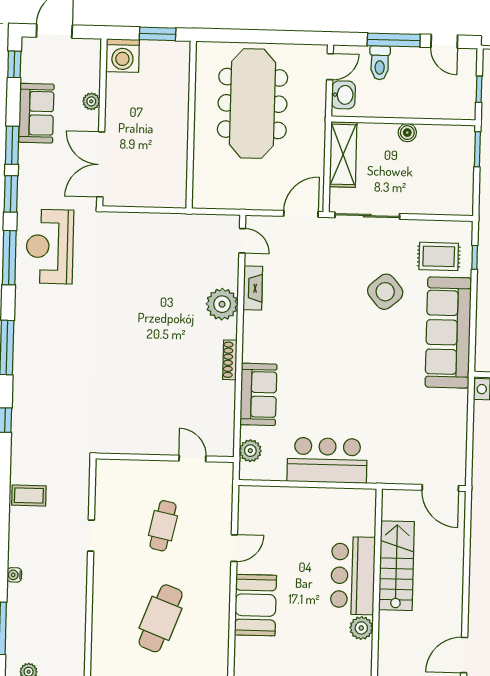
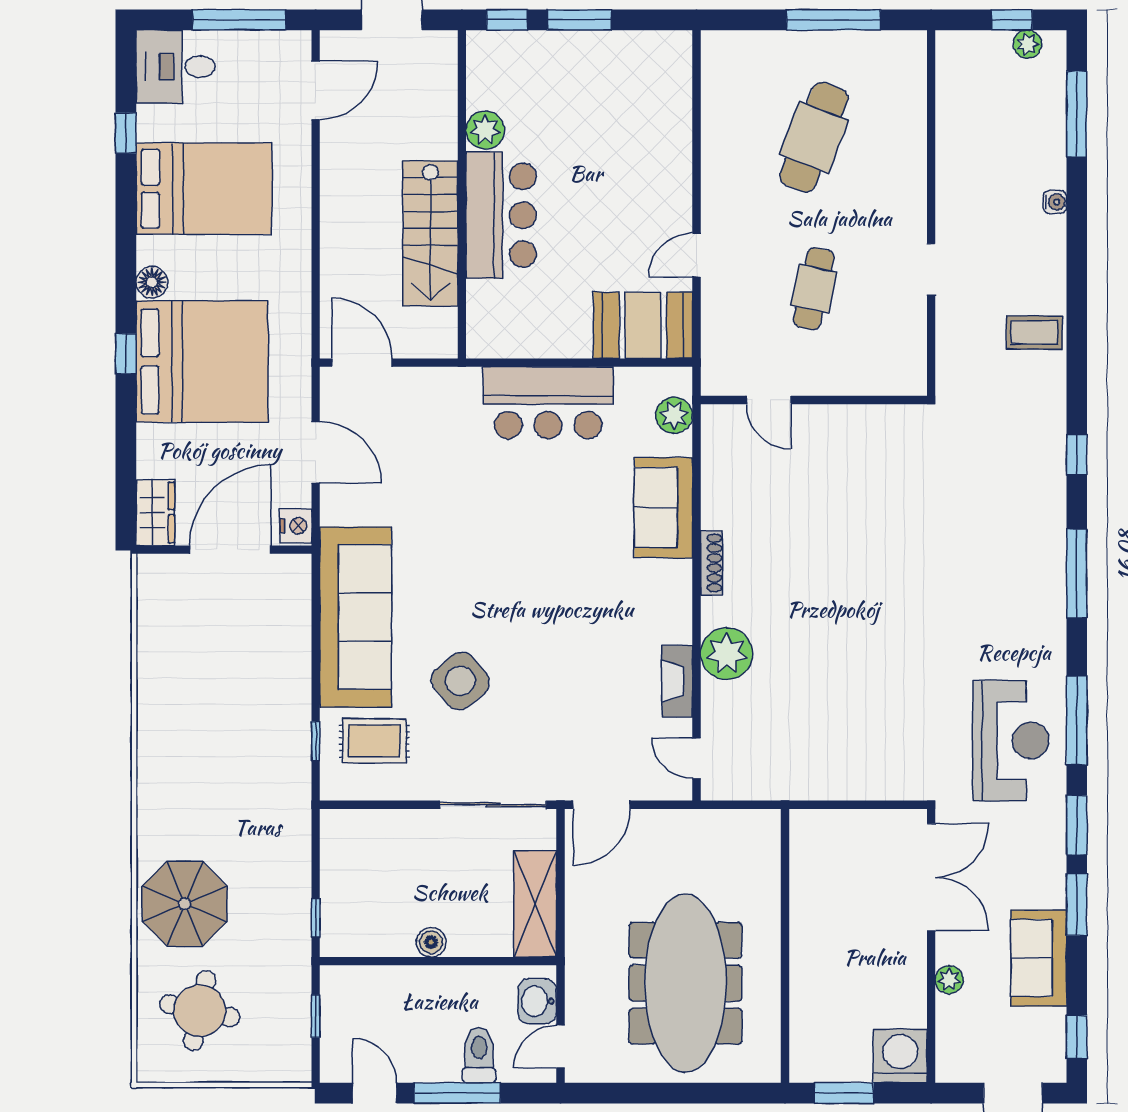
window: (477, 149) -> (316, 918), width x0.67
door: (470, 434) -> (316, 452), added
booth: (255, 605) -> (643, 325), moved, turned 90

